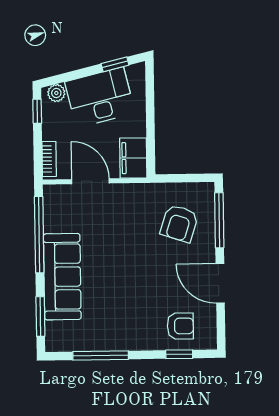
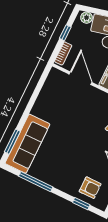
window: (37, 111) -> (65, 33), moved
window: (39, 235) -> (35, 94), removed
sofa: (62, 277) -> (27, 144), moved

